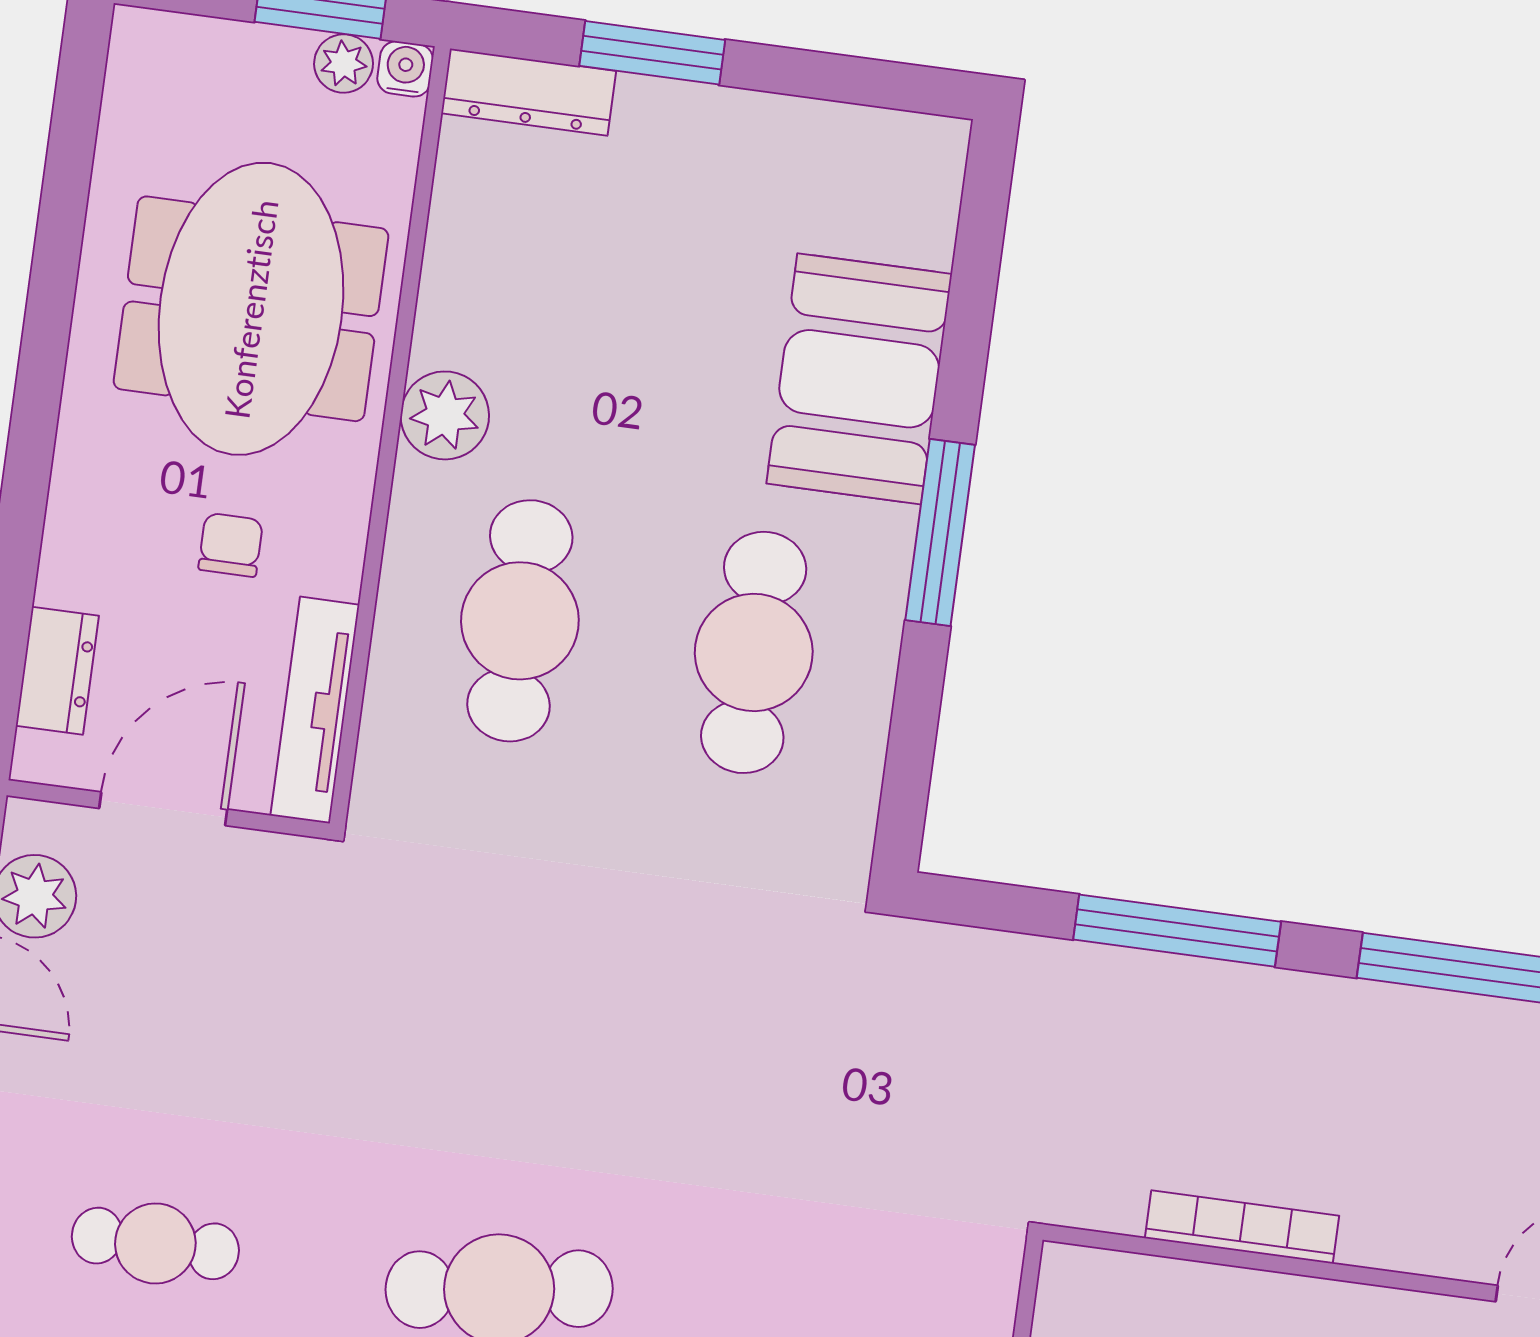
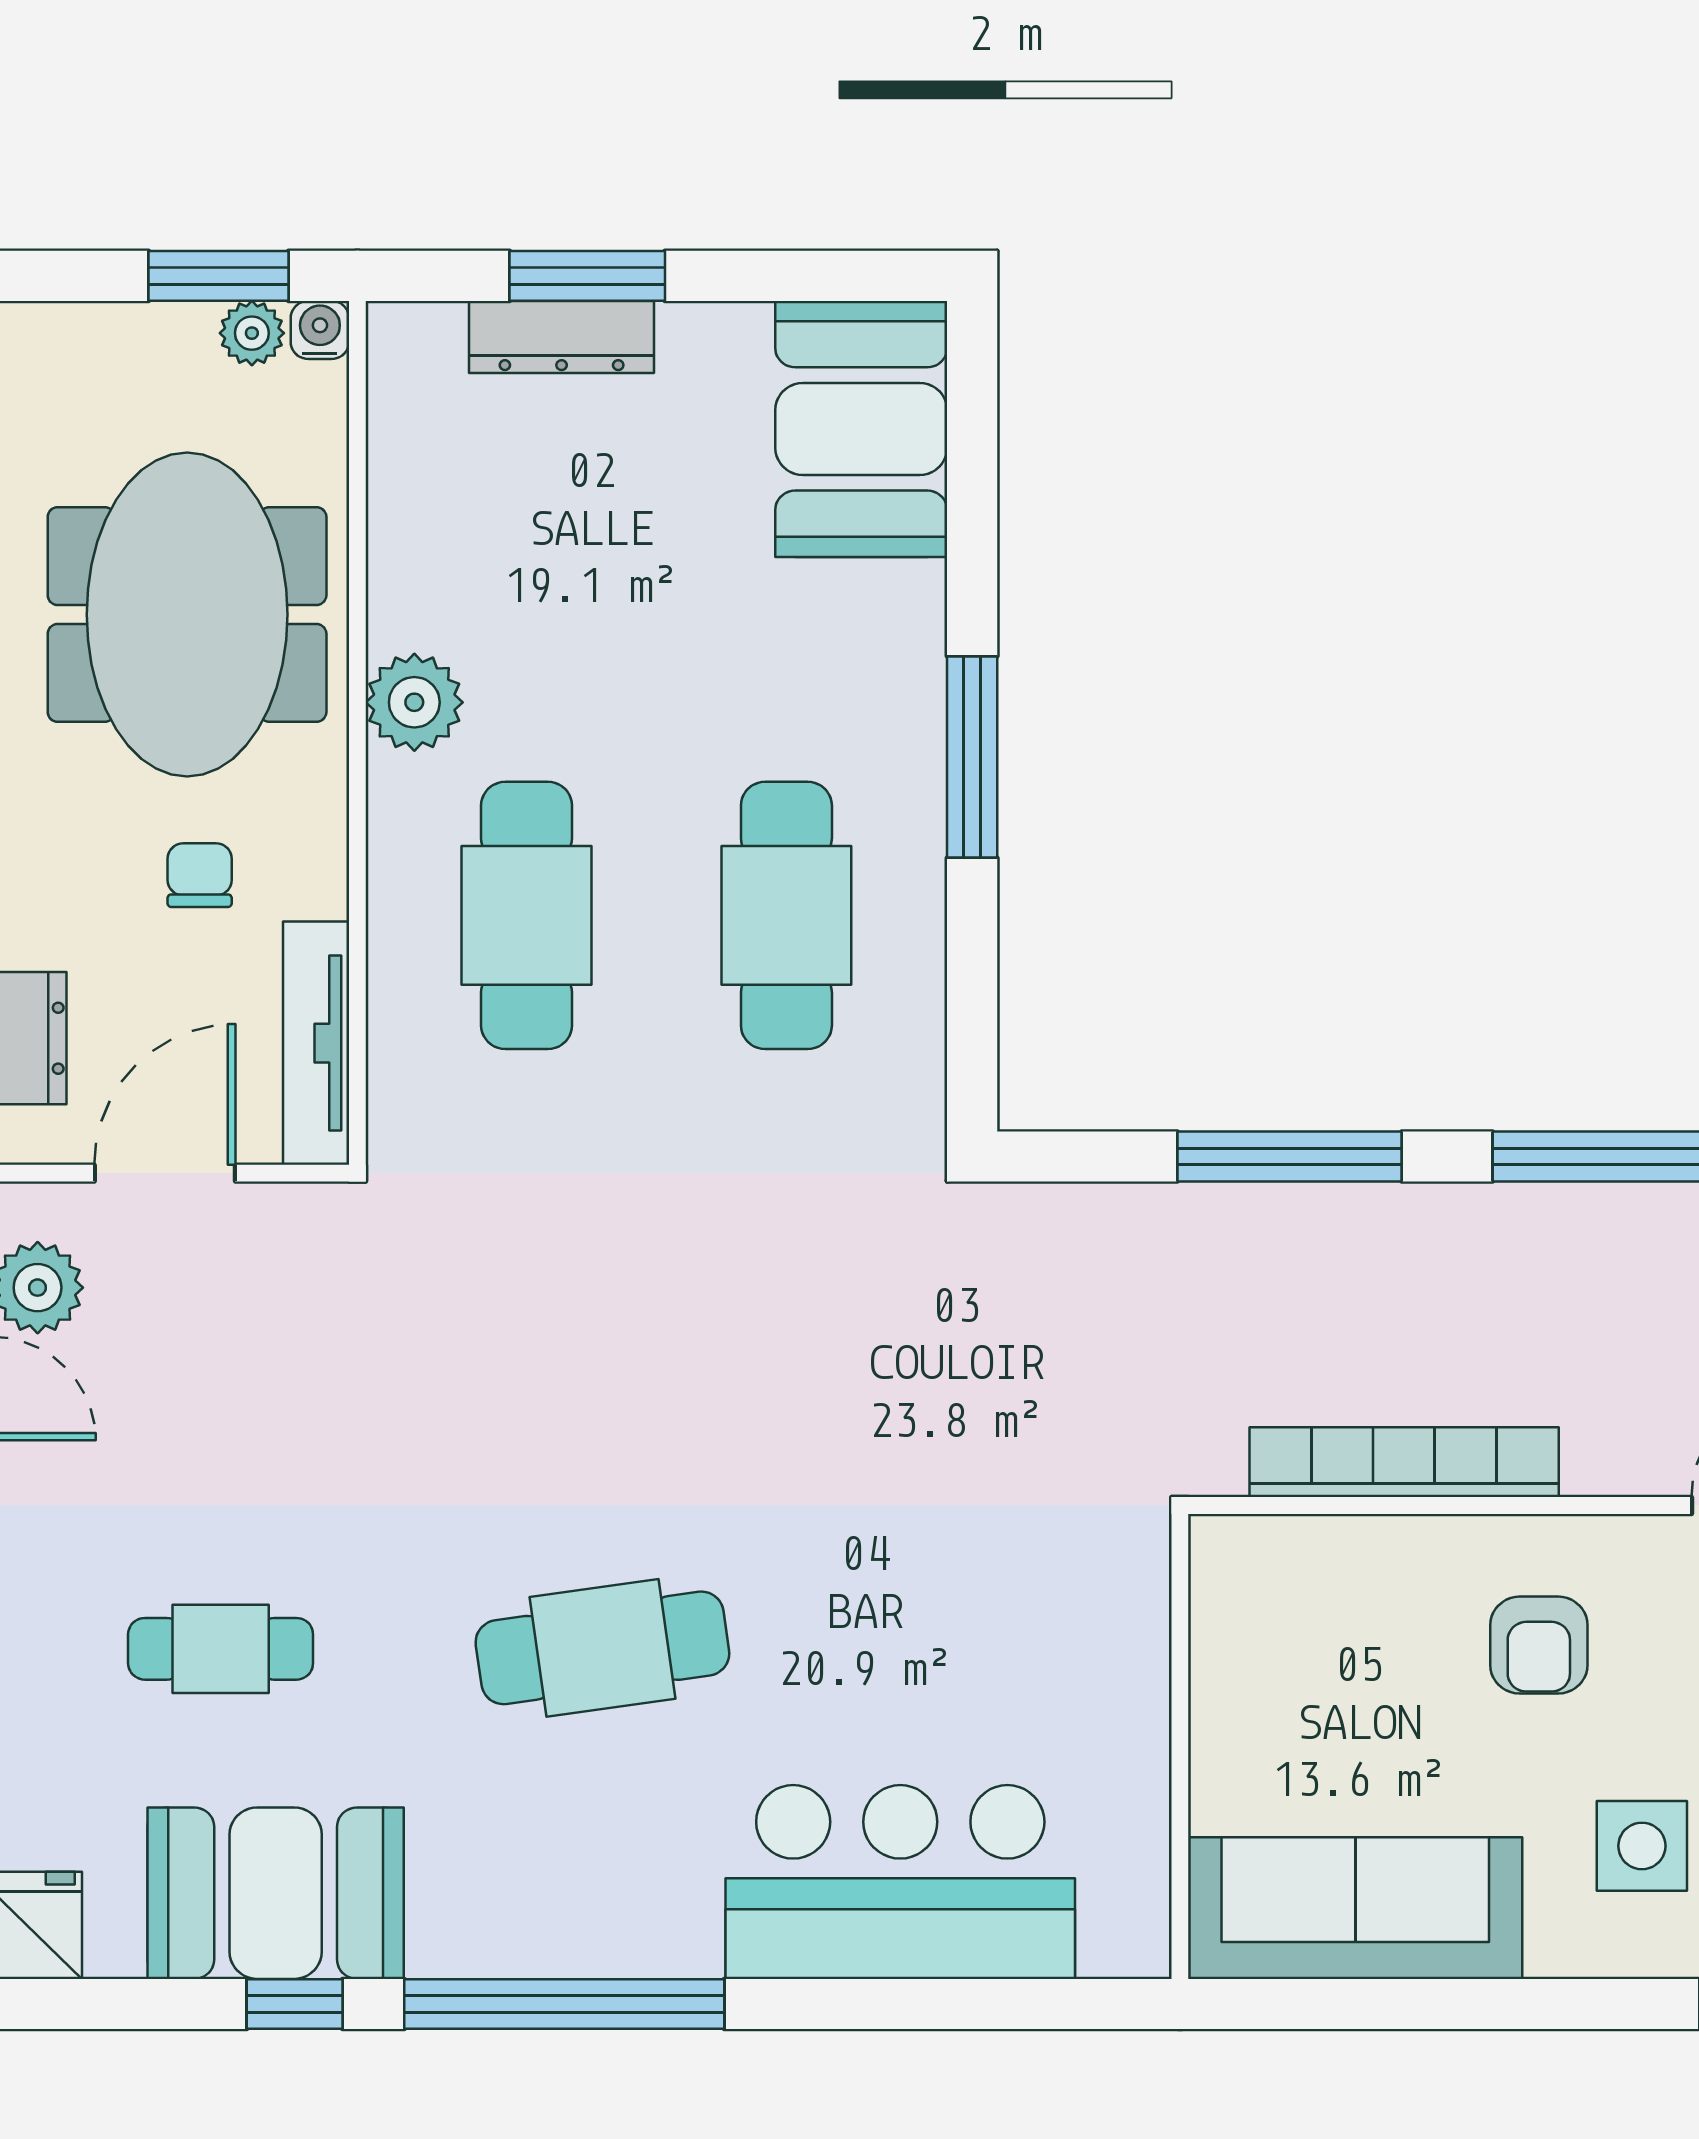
dresser: (529, 92) -> (562, 337), moved
booth: (859, 379) -> (861, 429), moved
bookcase: (1242, 1227) -> (1404, 1462), width x1.48, depth x1.31

